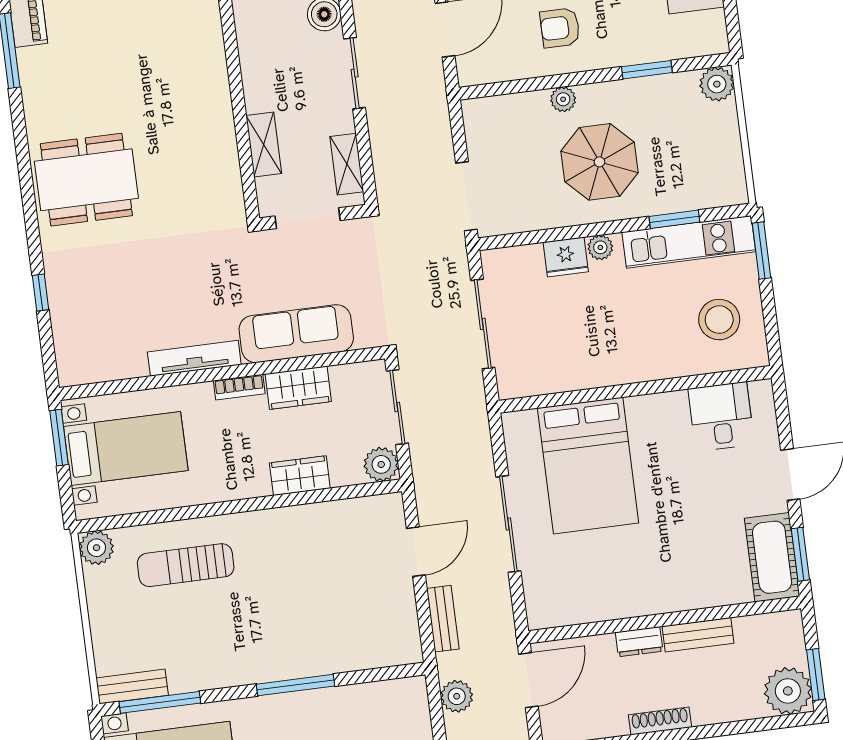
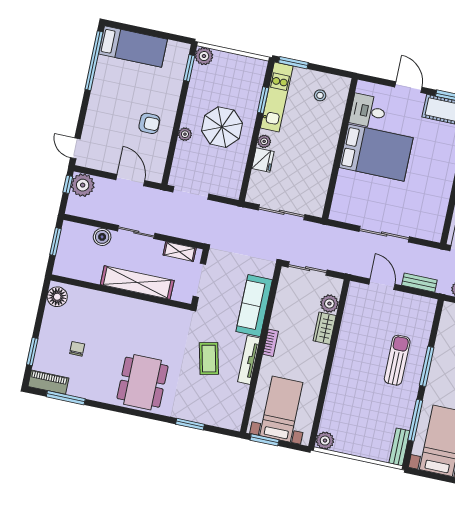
armchair: (560, 28) -> (149, 123), turned -90
chair: (105, 40) -> (77, 349), added
window: (647, 70) -> (189, 68), moved
shelving: (264, 144) -> (137, 283), width x2.20, depth x1.33
doorway: (466, 196) -> (191, 193), moved
coffee table: (171, 285) -> (209, 359), added
window: (40, 293) -> (190, 424), width x1.50
stool: (719, 320) -> (320, 95), width x0.53, depth x0.53
wardrobe: (298, 388) -> (281, 314), removed
plant: (381, 464) -> (329, 304), moved
bed: (588, 466) -> (376, 153), moved
sun lounger: (186, 565) -> (397, 360), moved, turned 180
window: (160, 702) -> (415, 420), moved

